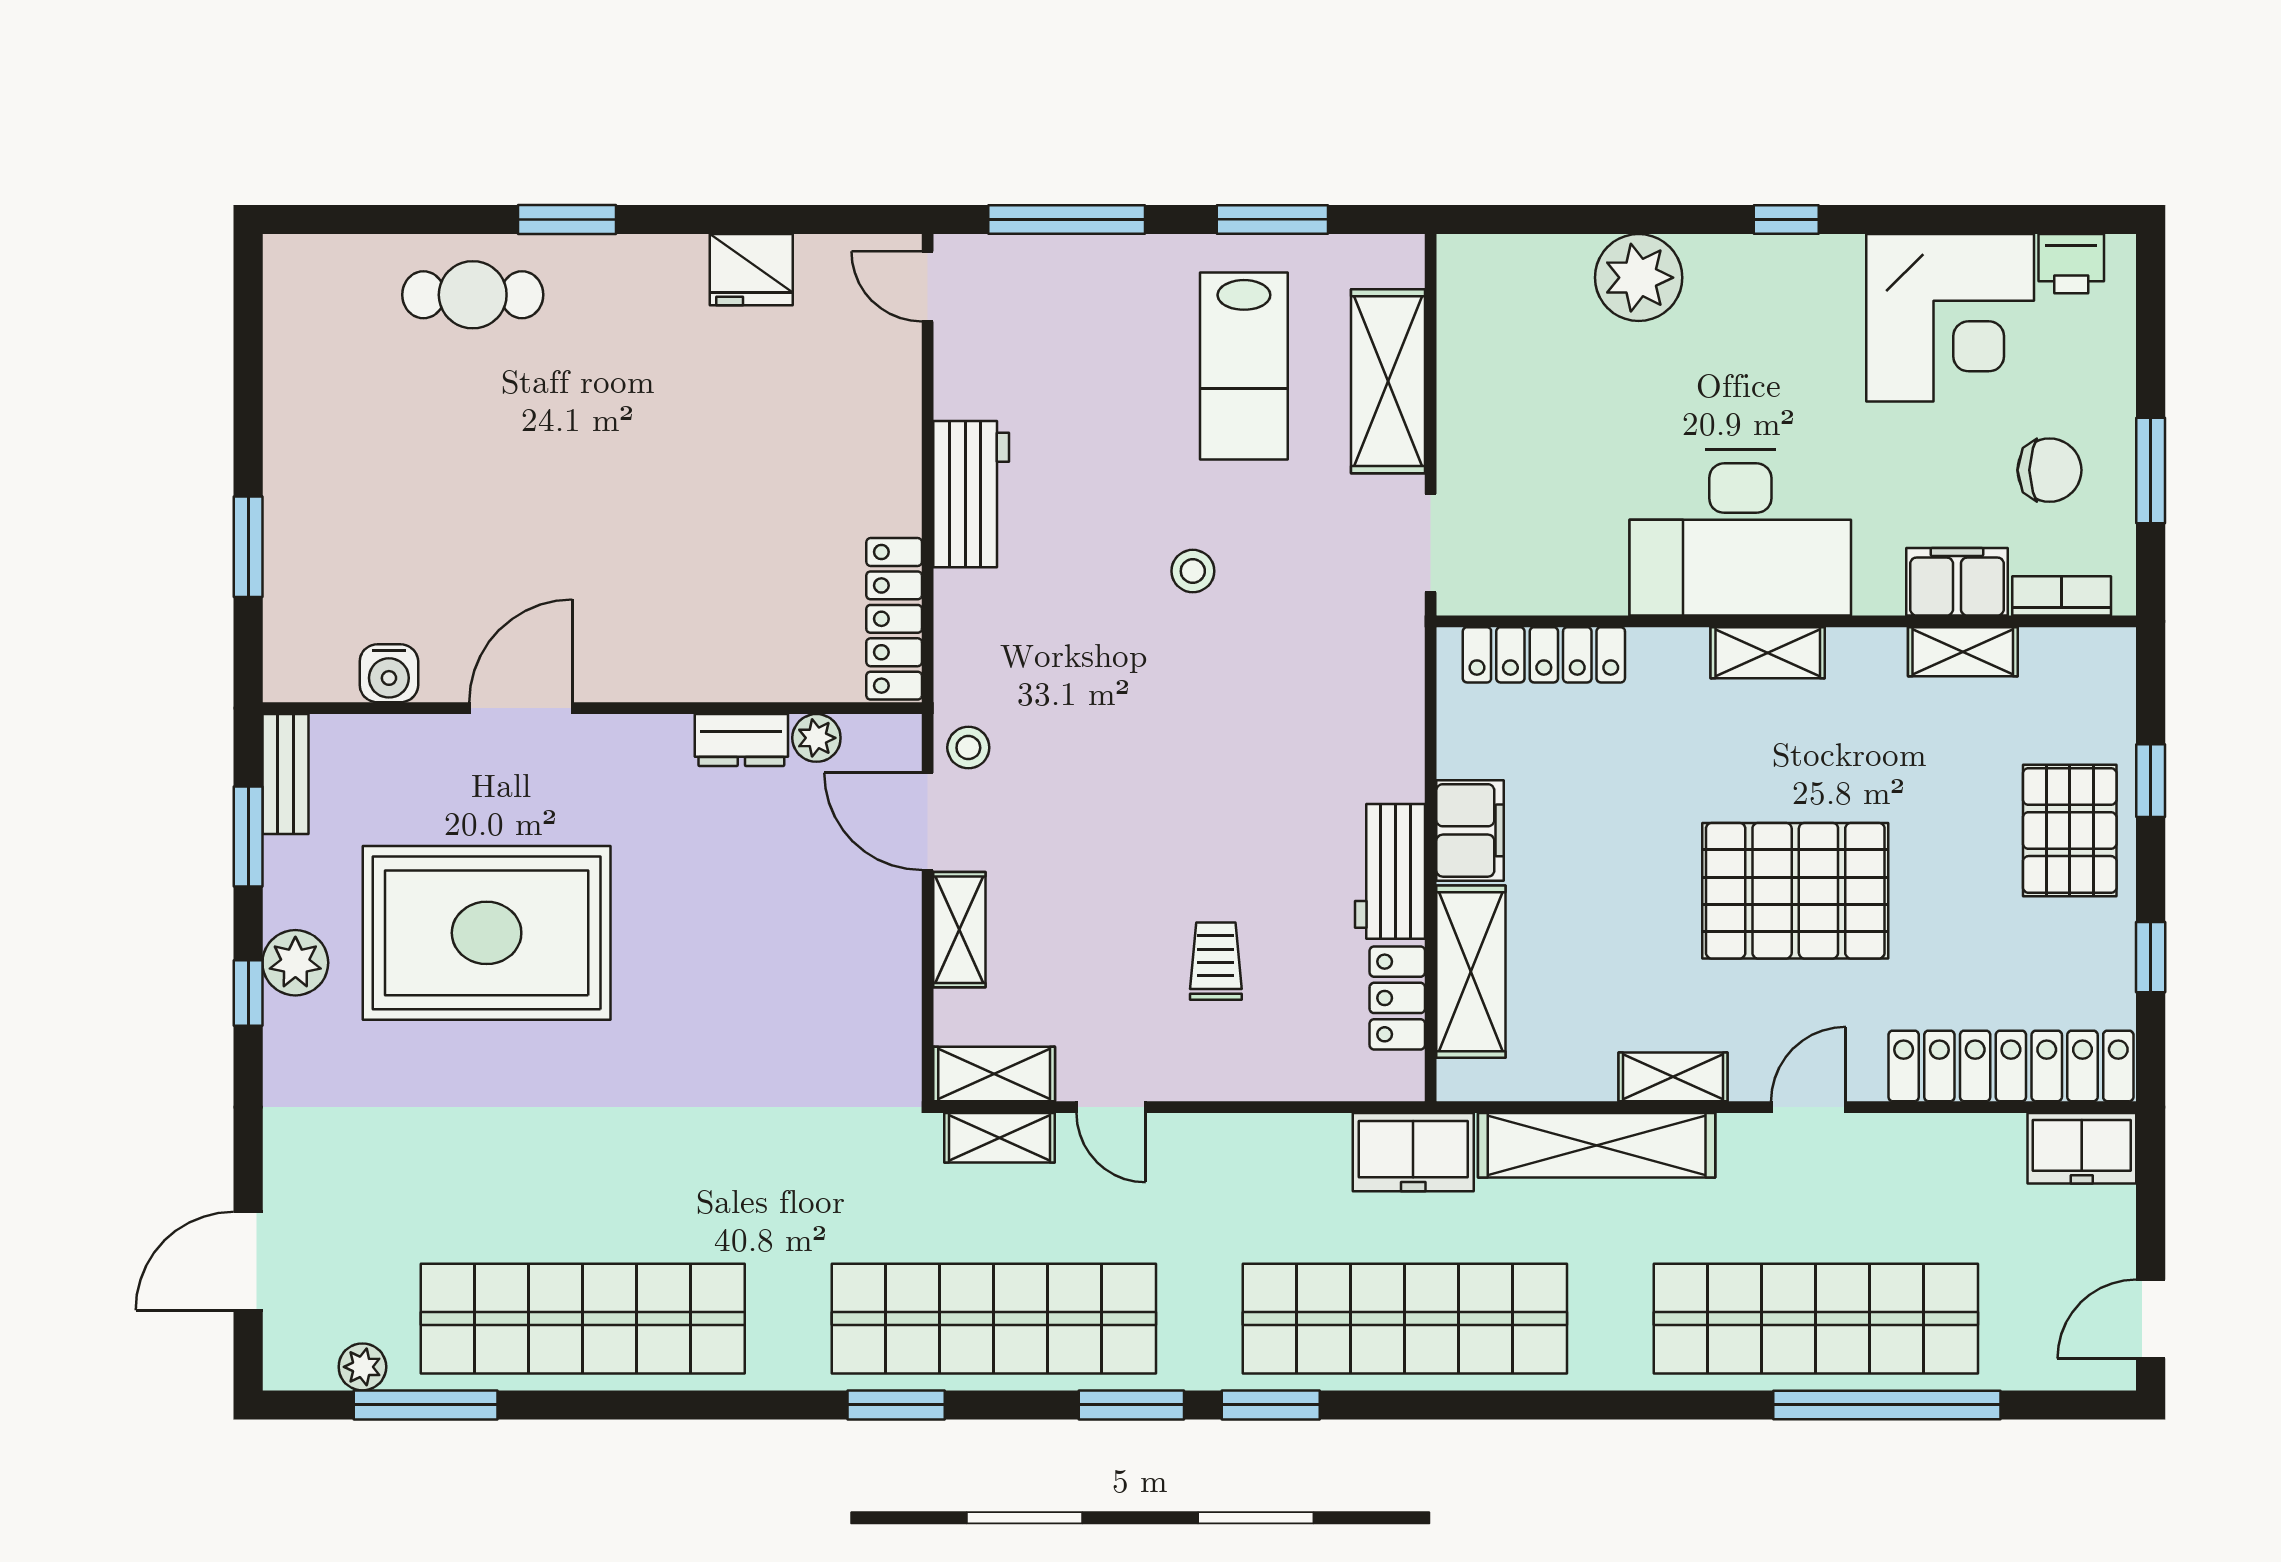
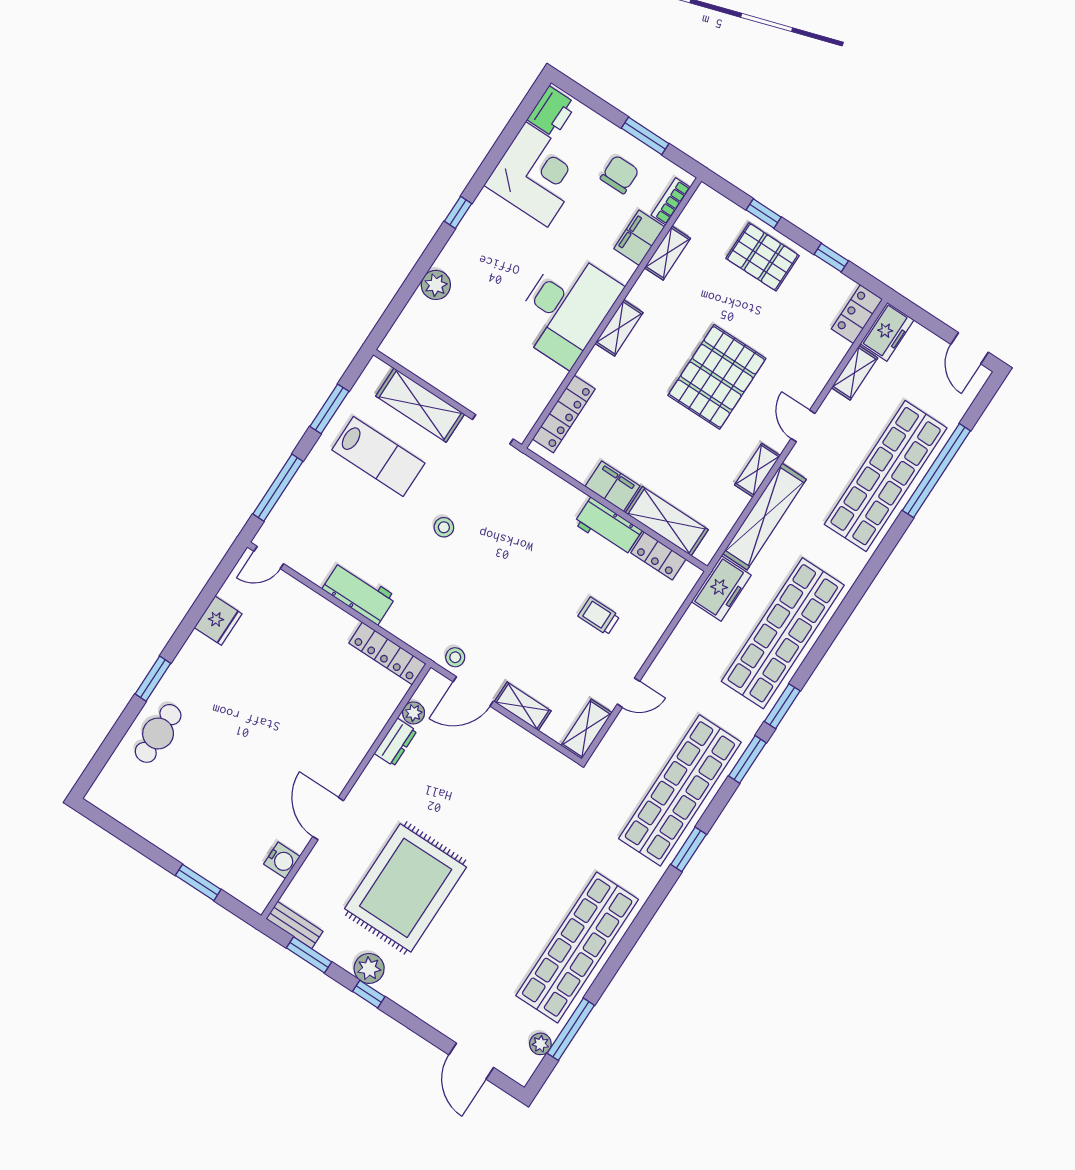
printer: (2071, 264) -> (552, 112), width x1.36, depth x1.24
plant: (1639, 278) -> (436, 285), width x0.73, depth x0.73
locker: (2011, 1066) -> (857, 314), width x0.46, depth x0.83
shelving: (1000, 1138) -> (854, 373), moved

